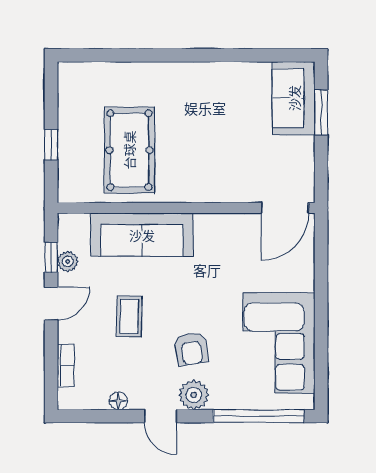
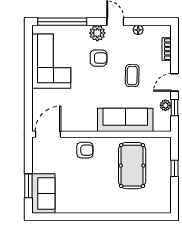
armchair: (217, 179) -> (85, 150), added
armchair: (191, 349) -> (99, 58), turned 99

